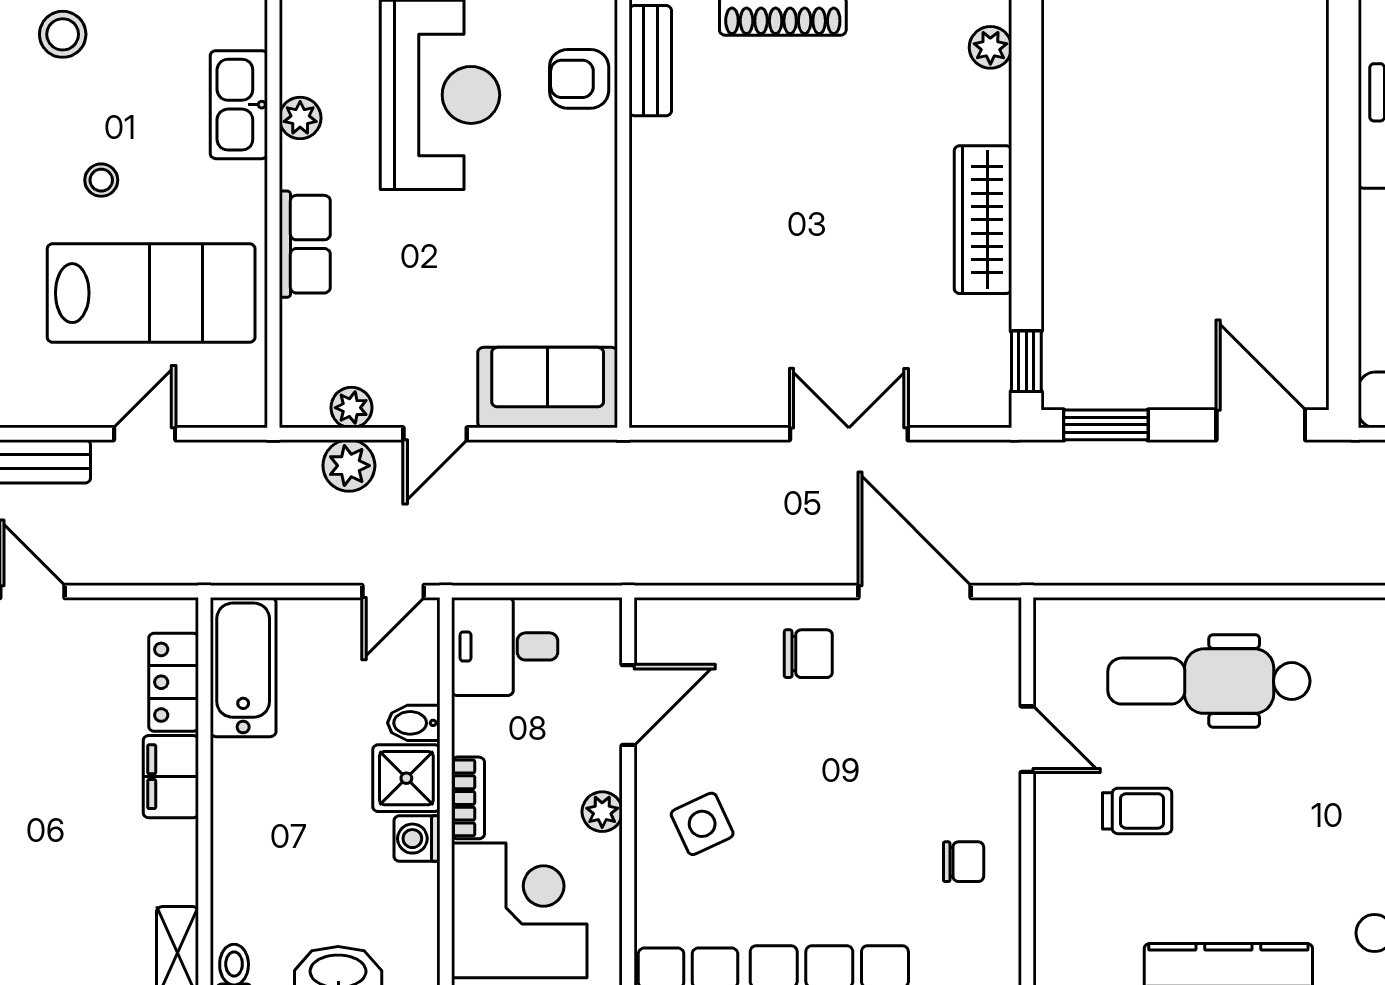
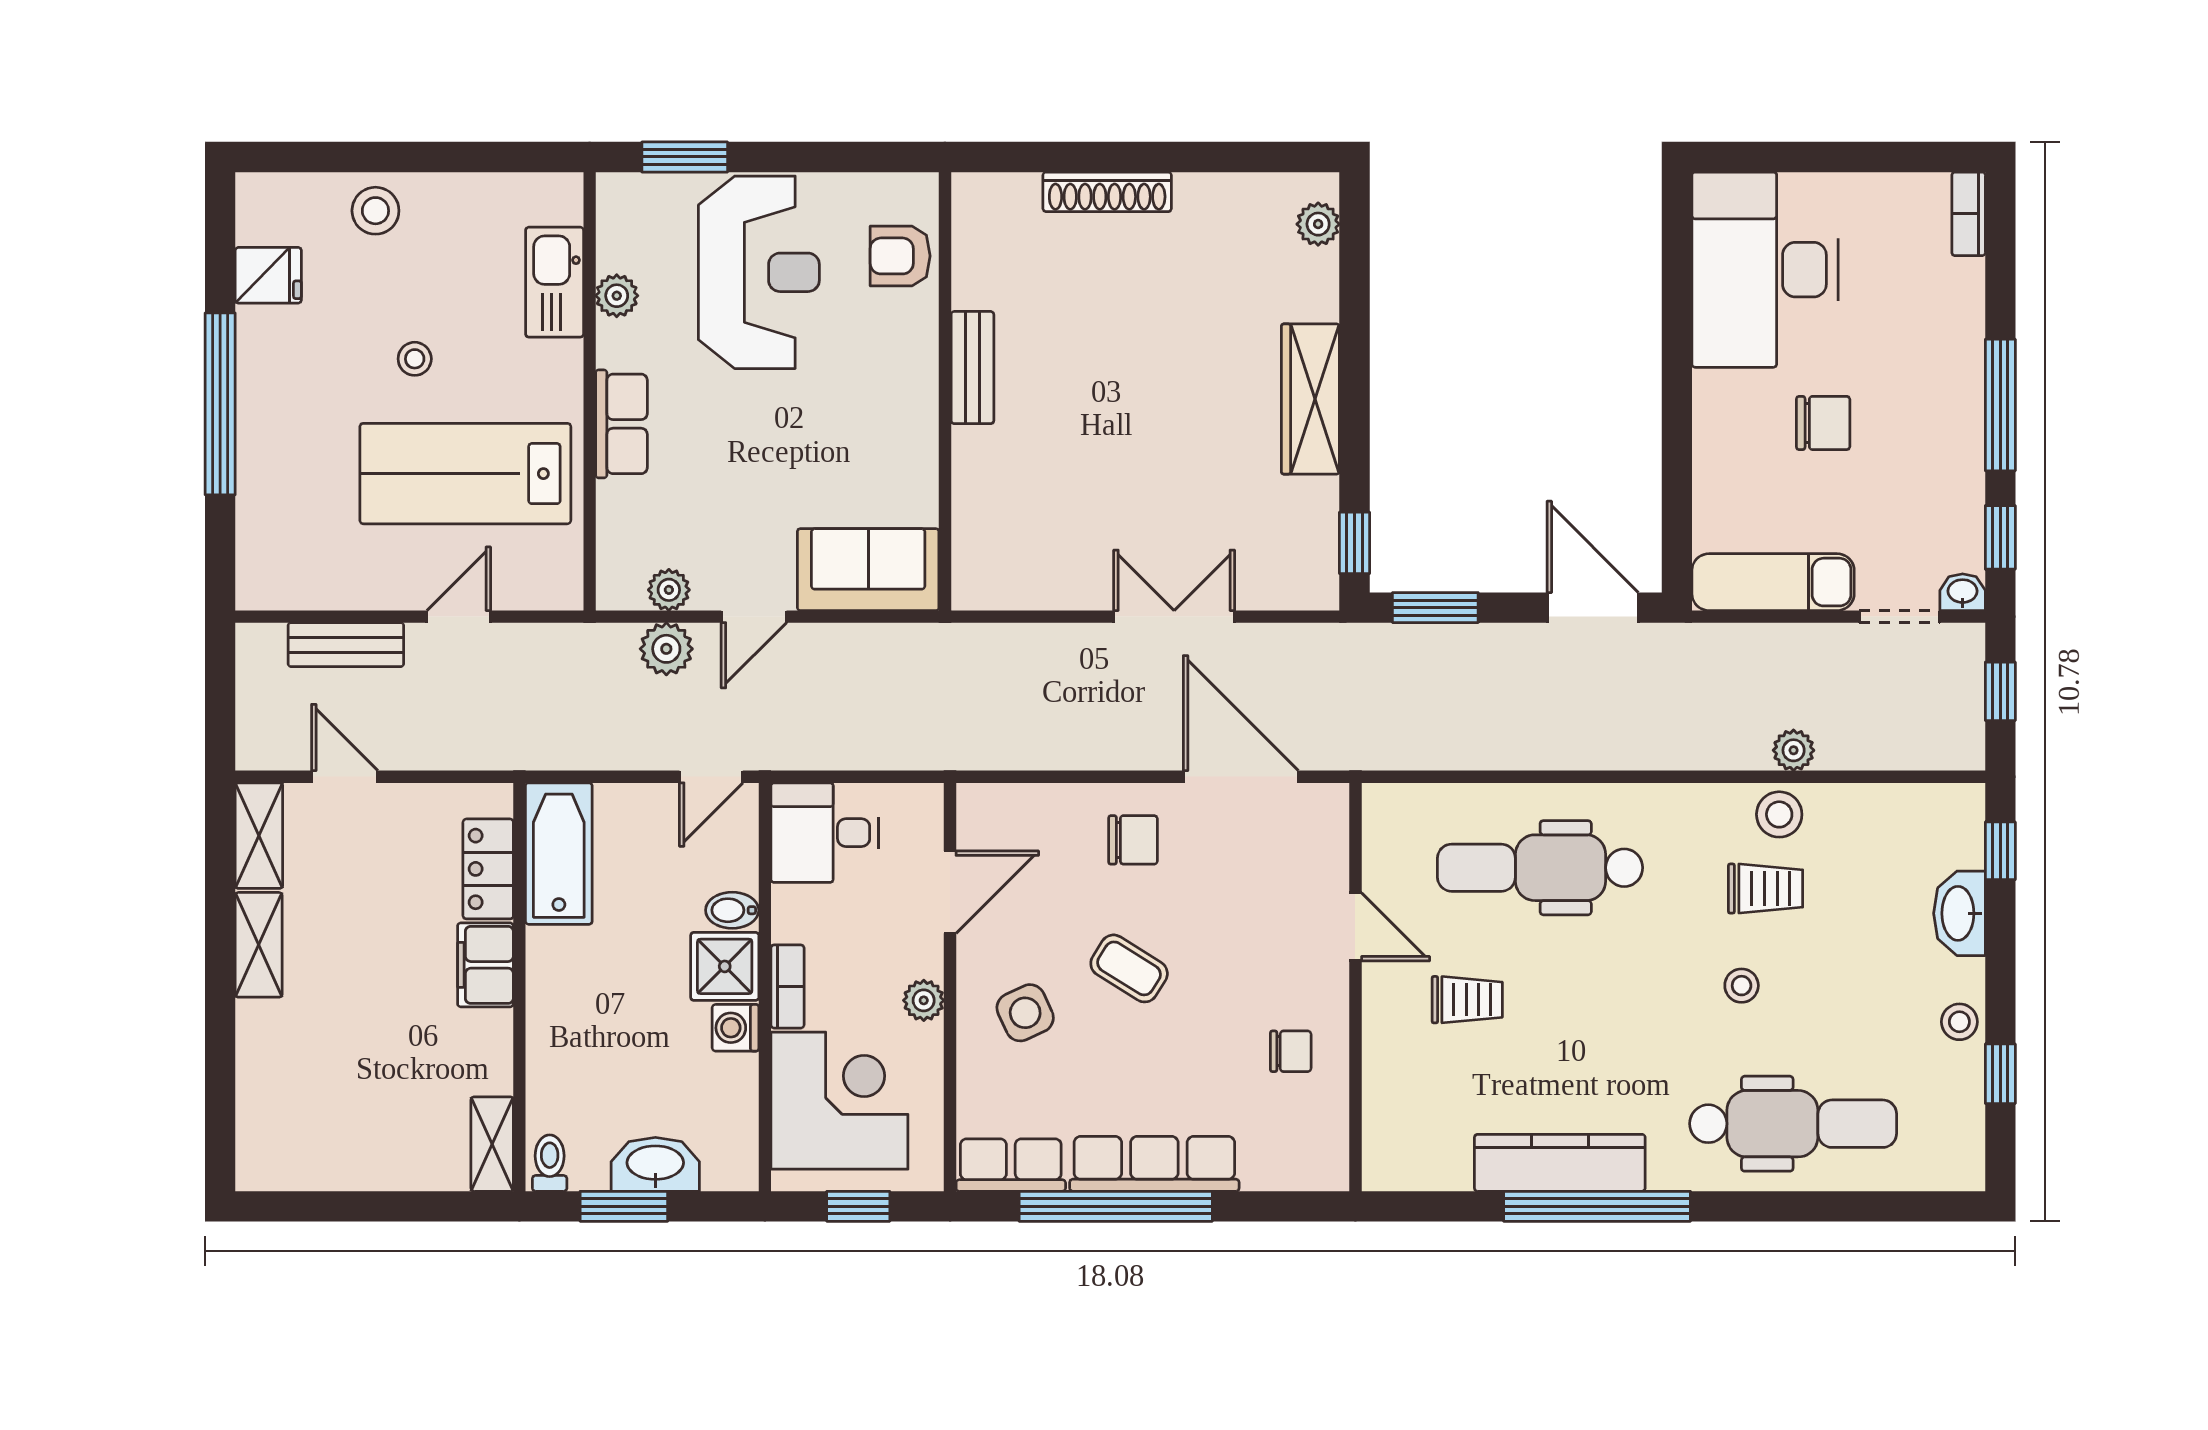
bench: (650, 61) -> (972, 368), moved
lab bench: (151, 293) -> (465, 474), turned 180
coffee table: (804, 780) -> (1129, 968), added

